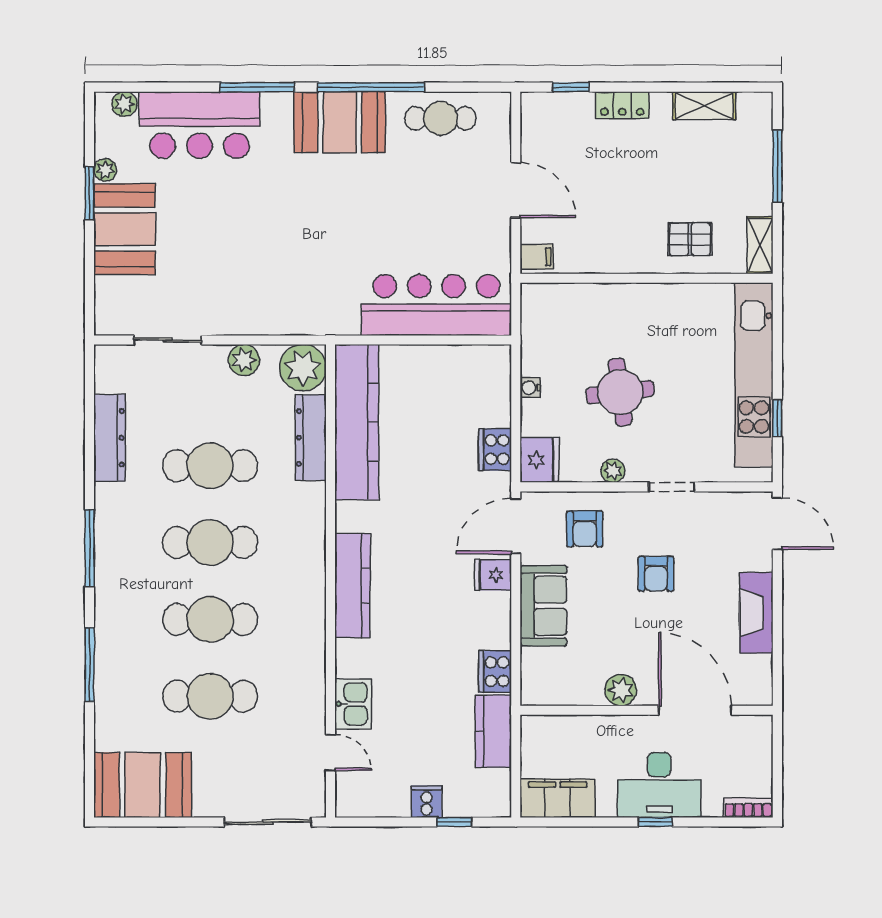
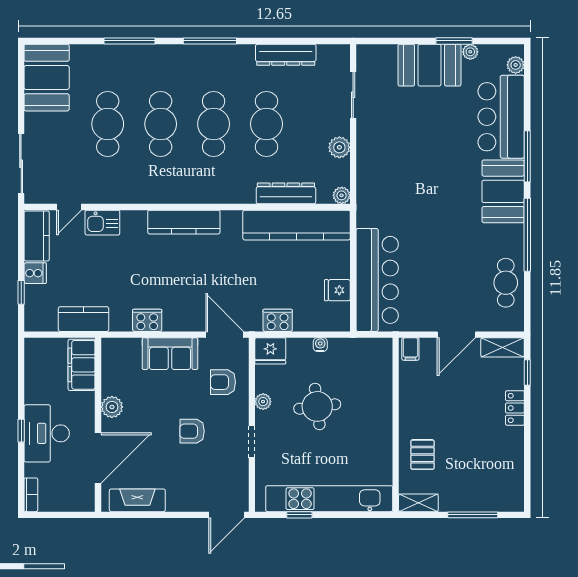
shelving: (704, 106) -> (503, 347), moved, turned 90
booth: (340, 122) -> (503, 191), moved
plant: (303, 368) -> (342, 195), width x0.53, depth x0.53
fridge: (493, 575) -> (337, 290), moved, turned -90
fireplace: (756, 613) -> (137, 500), moved
cooker: (495, 672) -> (147, 320), moved
filing cabinet: (558, 798) -> (82, 365), moved, turned 180
kitchen counter: (373, 799) -> (37, 236), added

